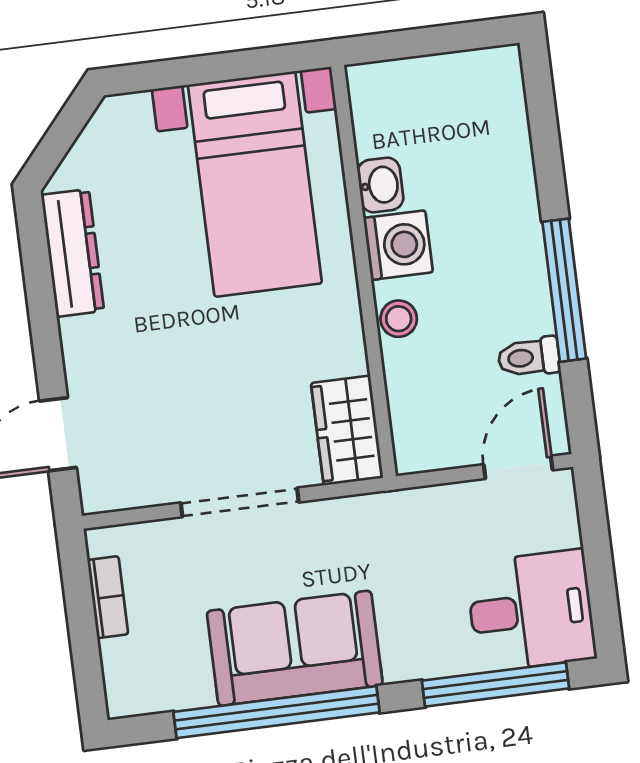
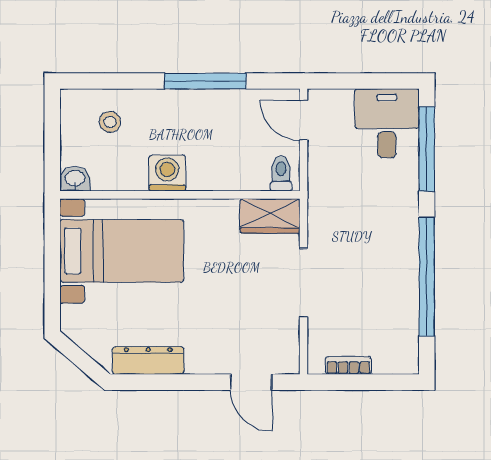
washbasin: (380, 185) -> (75, 179), moved
stool: (399, 319) -> (110, 122), moved
toilet: (529, 357) -> (281, 174), moved, turned 180
sofa: (295, 648) -> (391, 262), removed

